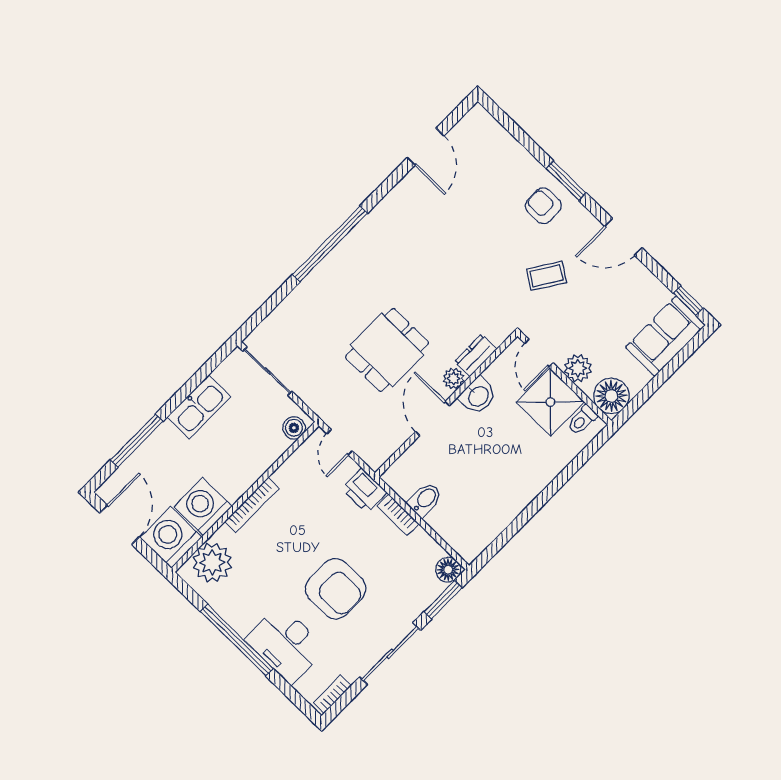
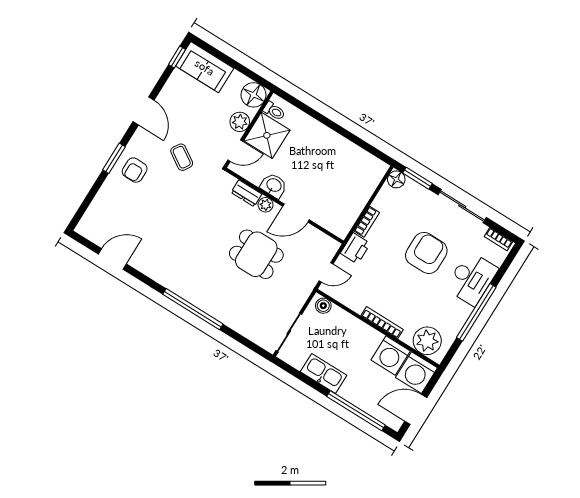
window: (137, 441) -> (356, 411), width x1.46
bidet: (425, 499) -> (352, 206), removed

